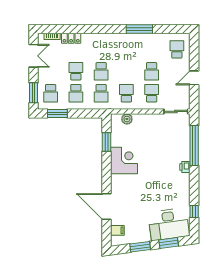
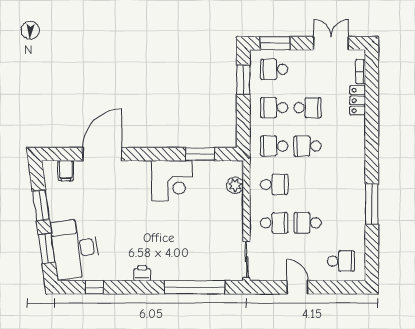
double door: (33, 56) -> (331, 43), swing flipped
printer: (185, 167) -> (142, 273), moved

